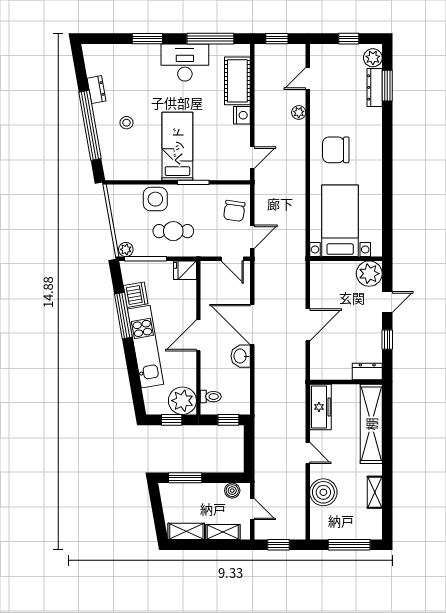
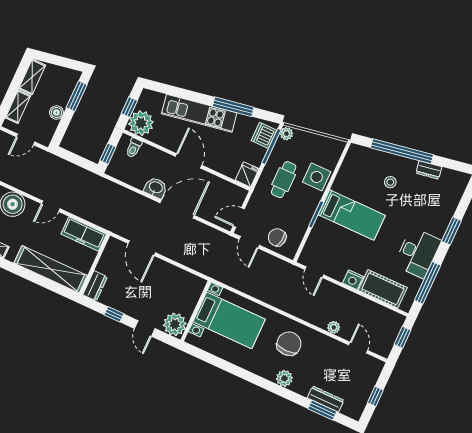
plant: (373, 58) -> (284, 378), moved
dishwasher: (136, 295) -> (264, 135), moved, turned 100
door: (308, 325) -> (142, 248), moved
boiler: (232, 491) -> (56, 113), moved

